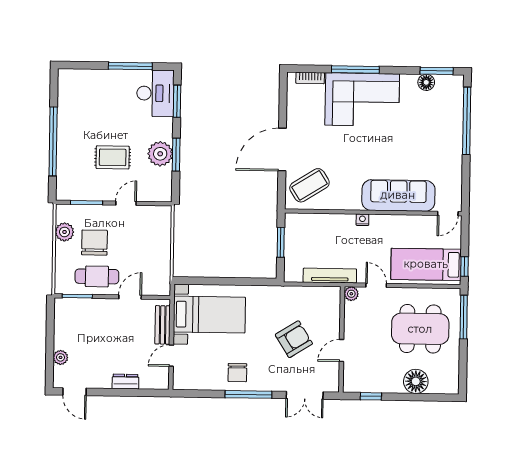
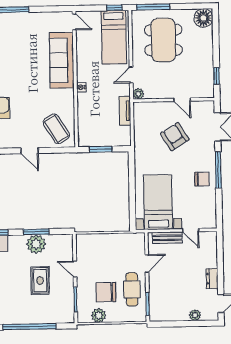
door: (282, 150) -> (30, 151), width x0.53
tv unit: (330, 276) -> (125, 111), width x0.71
door: (130, 297) -> (147, 263), swing flipped
floor lamp: (416, 381) -> (203, 18), moved
dresser: (125, 382) -> (212, 279), moved

